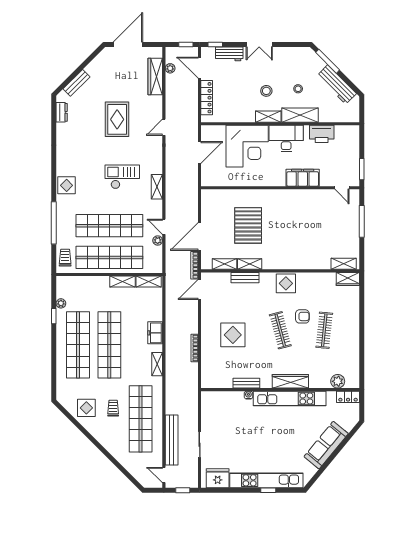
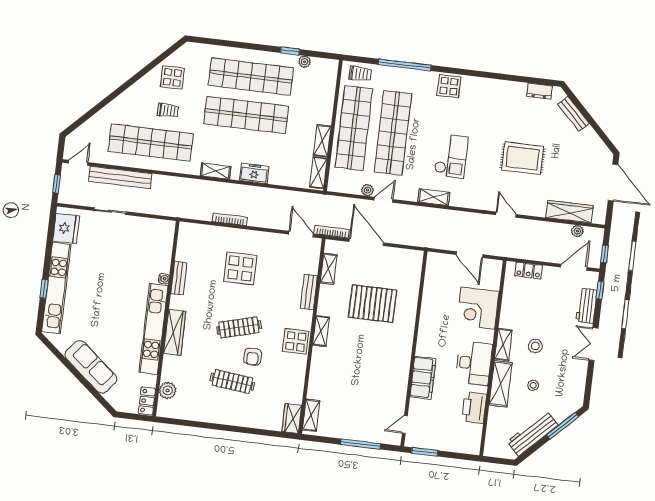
locker: (207, 98) -> (528, 271), width x0.66
corner desk: (247, 146) -> (478, 308), width x0.74, depth x0.74
shelving: (250, 264) -> (321, 331), moved

